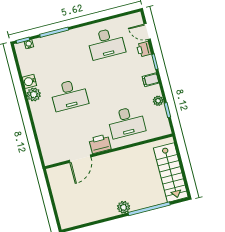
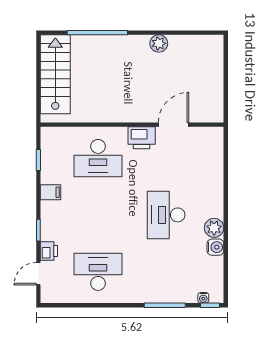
door: (147, 32) -> (38, 274), swing flipped
filing cabinet: (151, 80) -> (51, 192), moved
desk: (69, 95) -> (166, 215), turned -90
plant: (158, 101) -> (47, 176), removed
desk: (126, 122) -> (98, 158), turned 180
plant: (124, 207) -> (159, 43), moved

